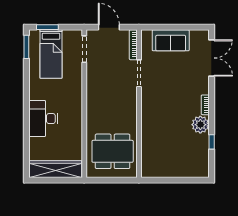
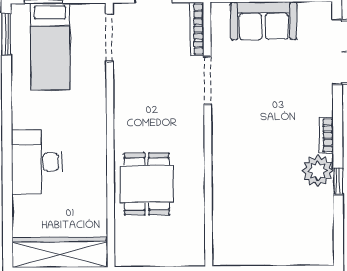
window: (212, 142) -> (338, 181), moved
dining table: (113, 151) -> (147, 184), moved, width x0.73

